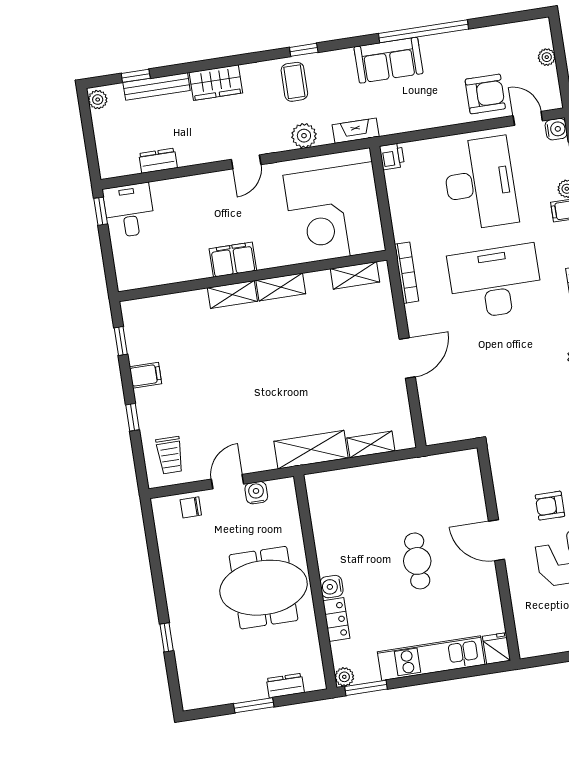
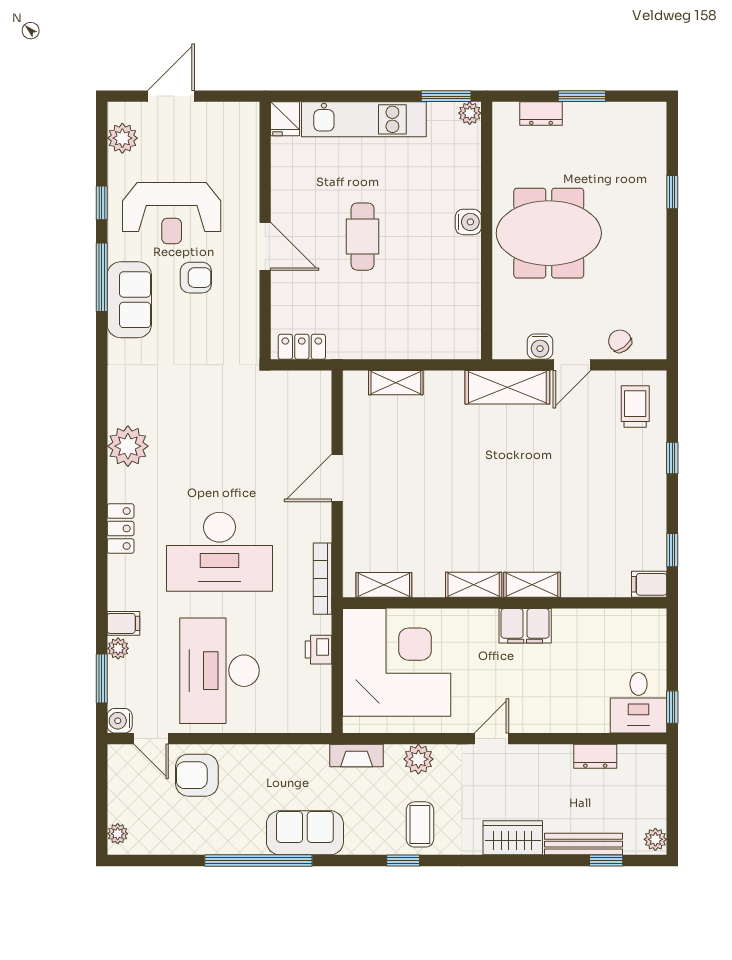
plant: (547, 57) -> (118, 834), moved
printer: (392, 156) -> (318, 650), moved
filing cabinet: (146, 375) -> (649, 584), moved
shelving: (311, 450) -> (507, 387), moved
chair: (191, 507) -> (620, 341), turned -127
locker: (336, 620) -> (302, 347), moved, turned 90

